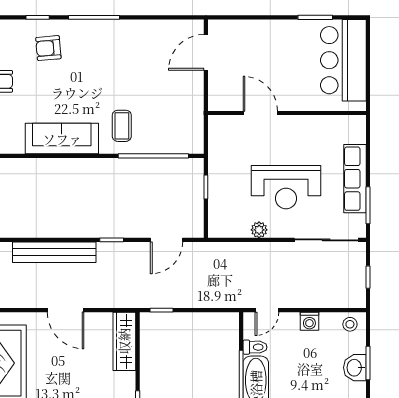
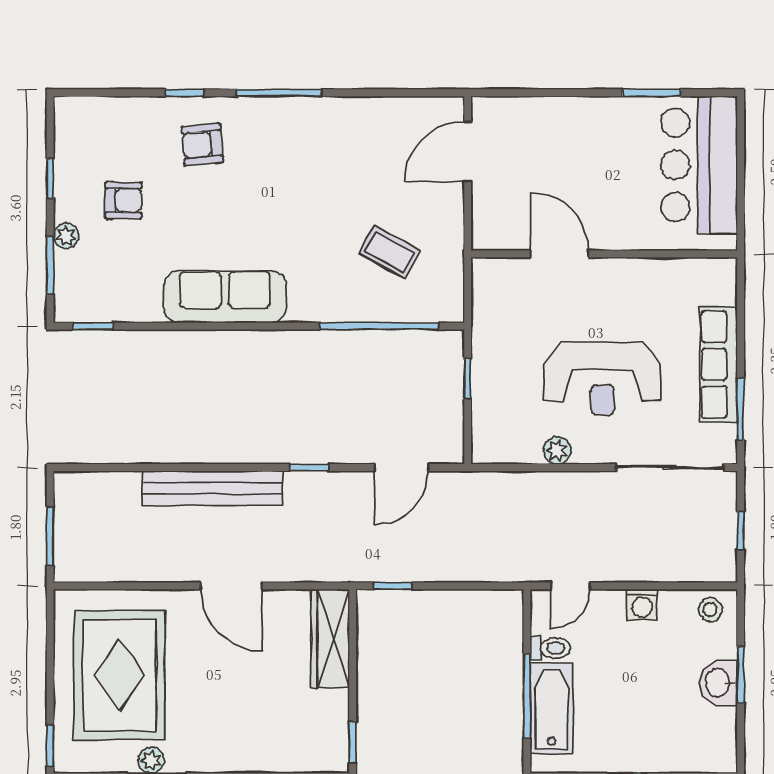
coffee table: (122, 126) -> (389, 252), moved, turned -61

